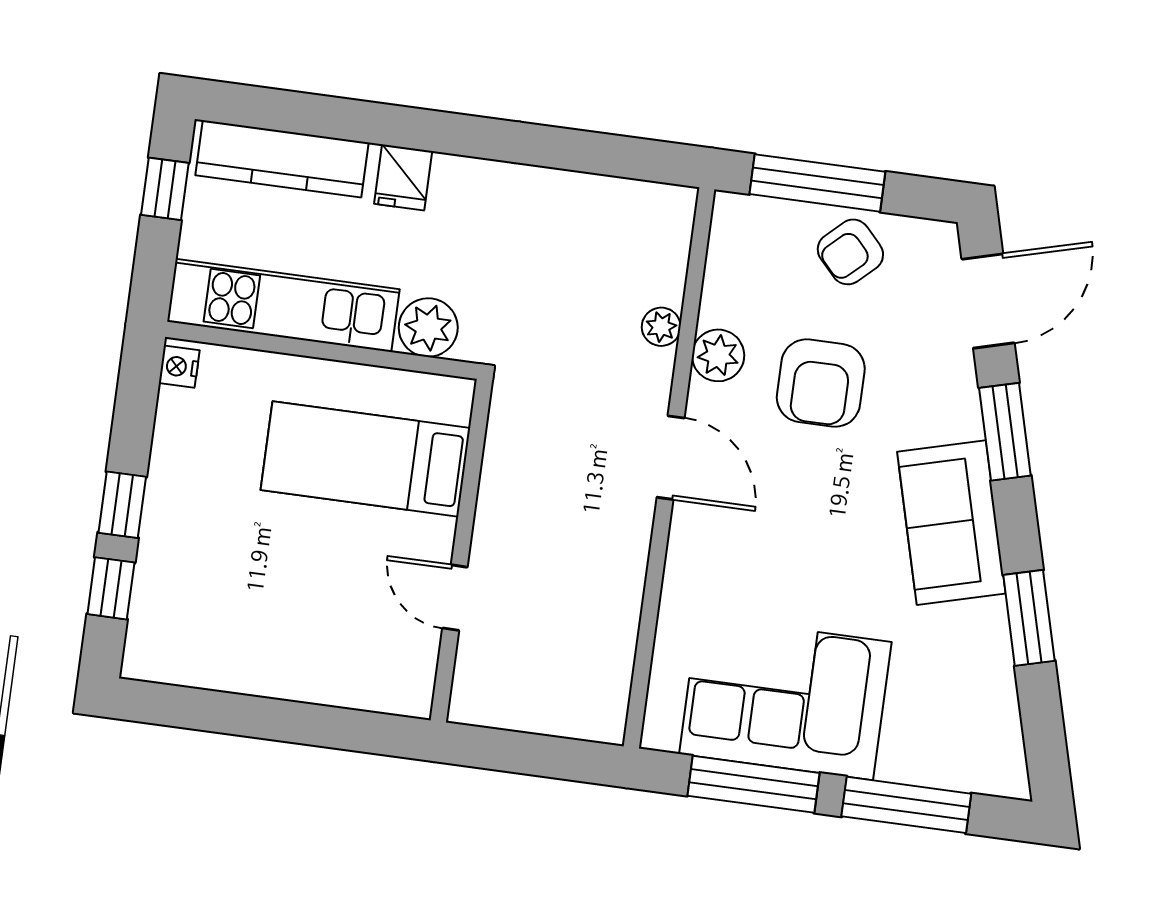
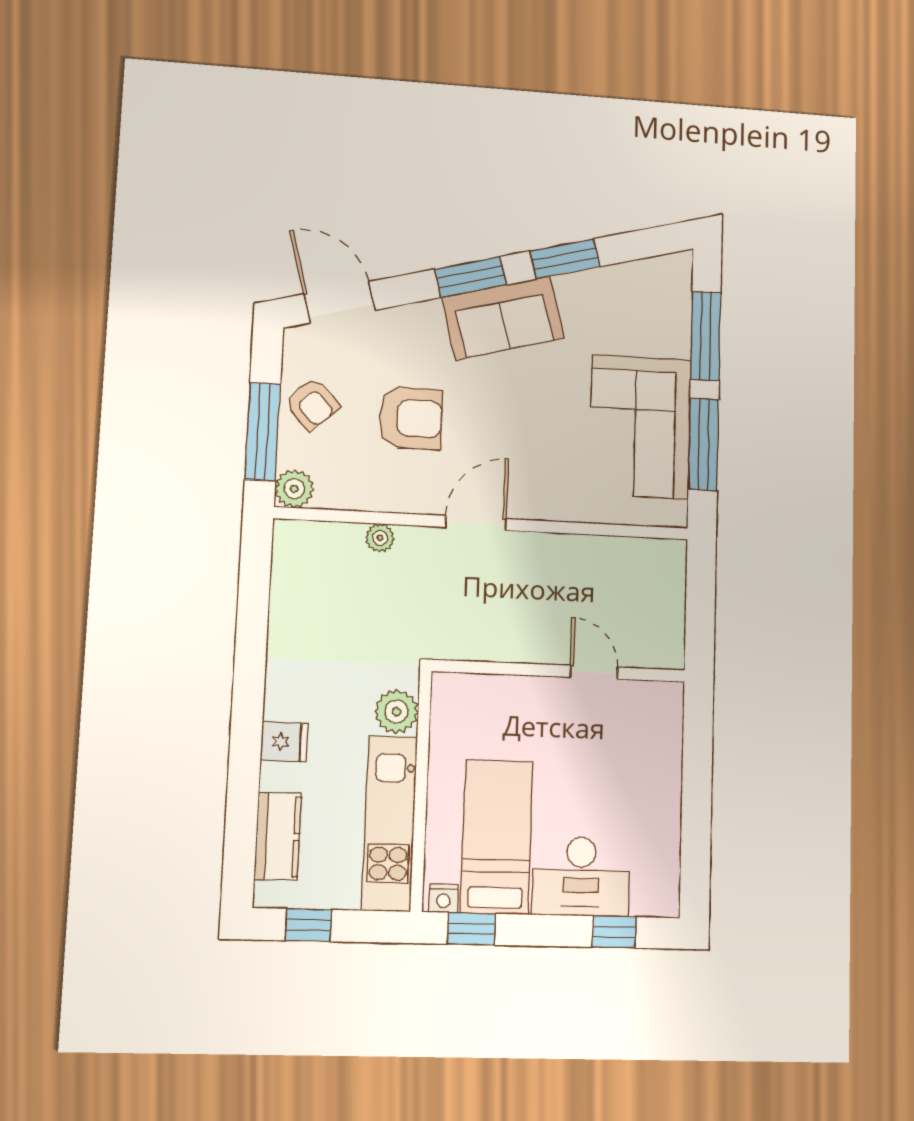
kitchen counter: (282, 159) -> (278, 836), width x0.67
plant: (718, 355) -> (294, 489), moved
window: (1005, 432) -> (470, 277), moved
bed: (365, 459) -> (497, 837), moved, turned 180
window: (122, 505) -> (471, 929), moved
desk: (188, 551) -> (581, 876), added
door: (455, 598) -> (594, 672), swing flipped

